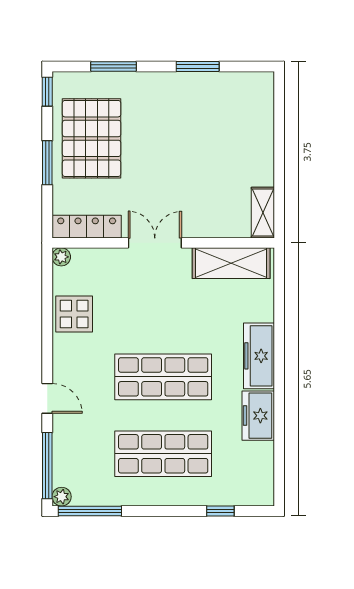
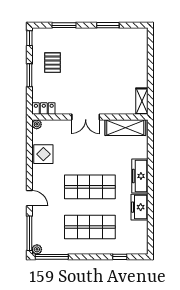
pallet: (92, 138) -> (53, 63), width x0.49, depth x0.50
locker: (87, 227) -> (44, 109), width x0.66
double door: (155, 243) -> (86, 117), swing flipped

